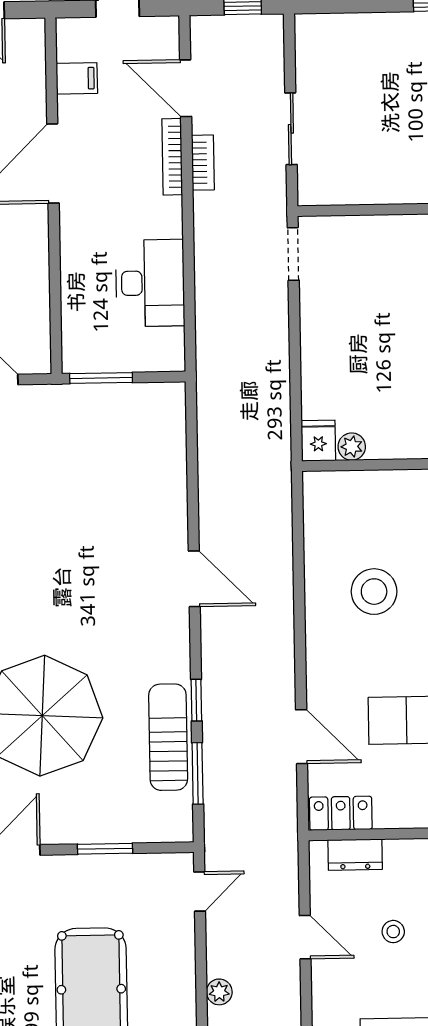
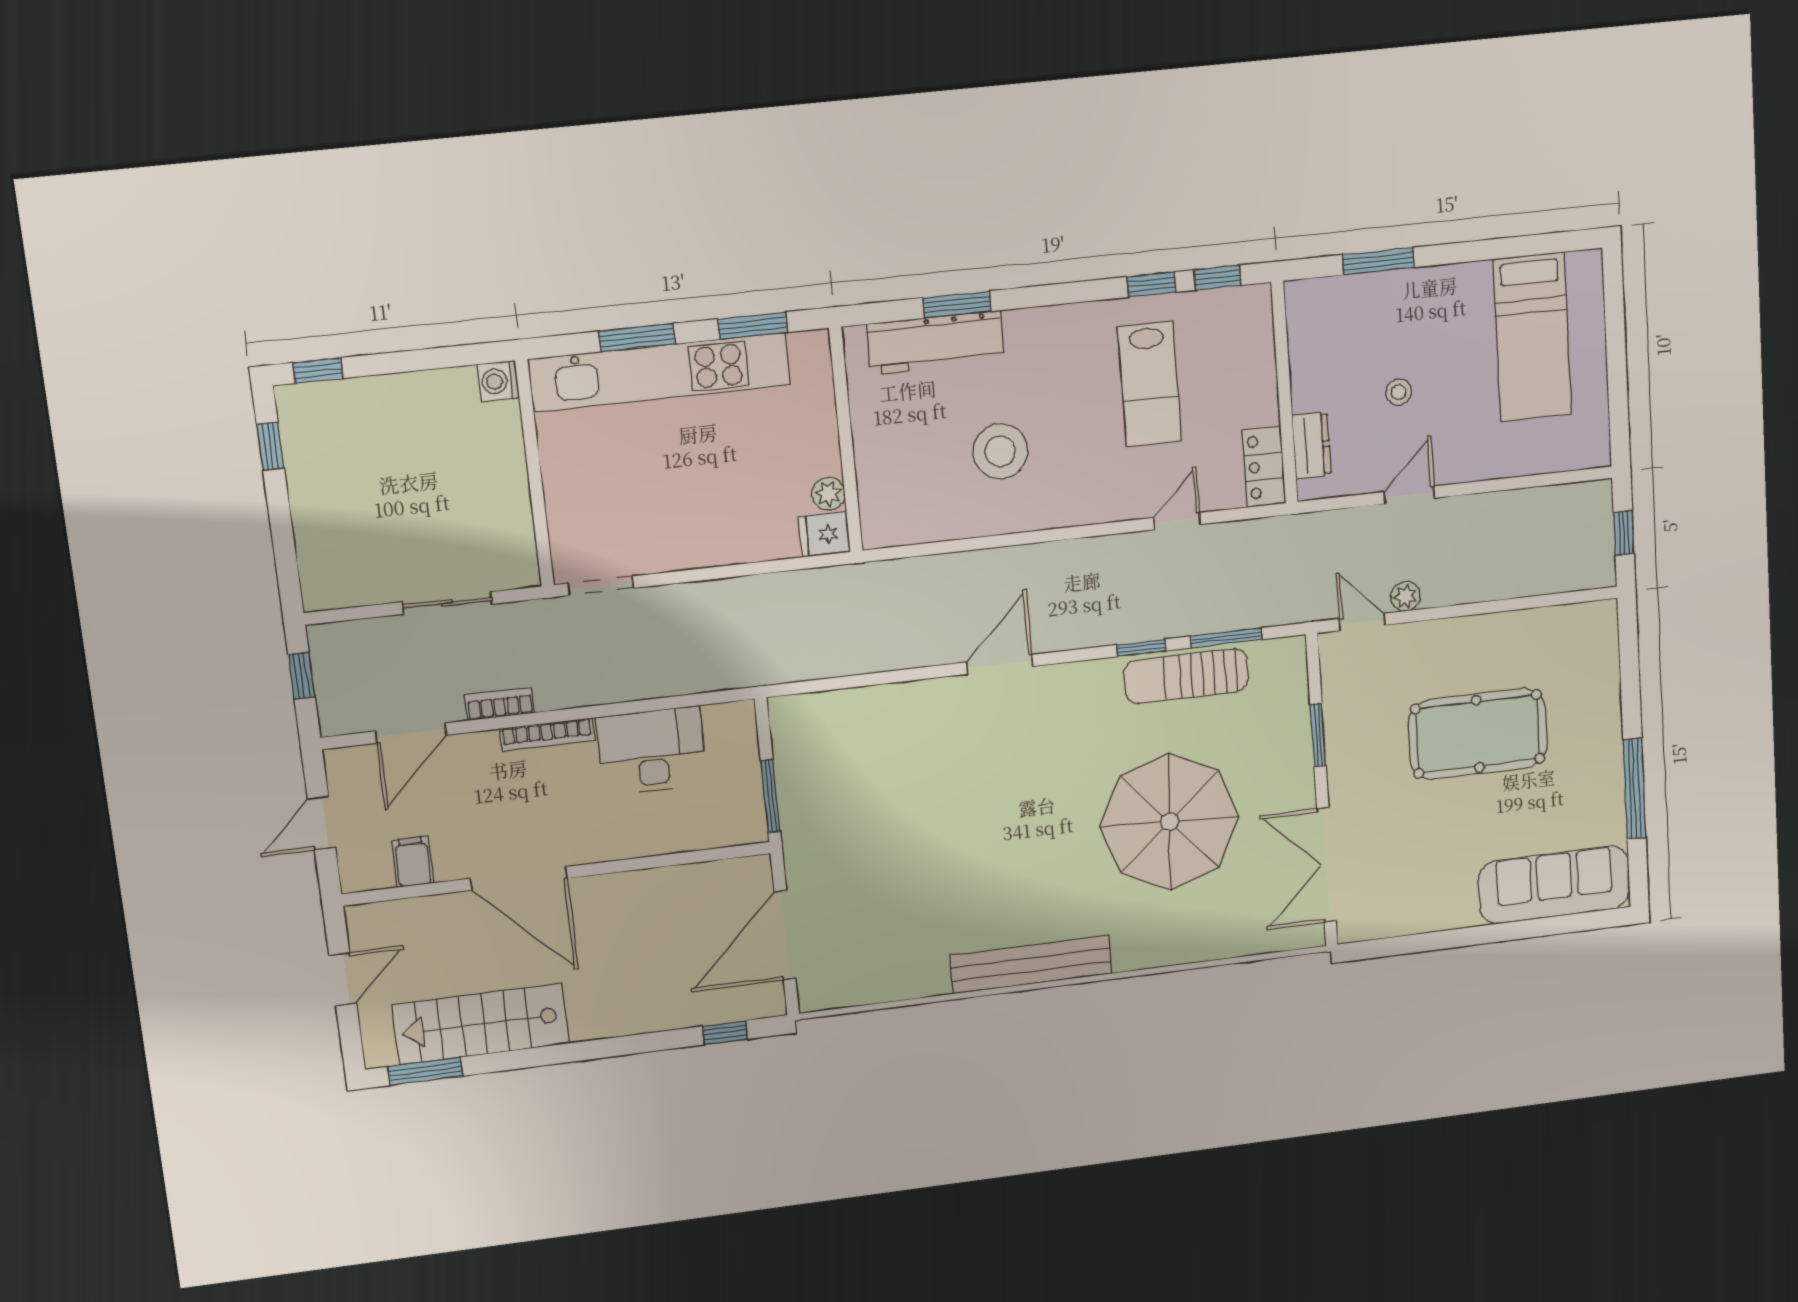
bookcase: (172, 157) -> (547, 735), moved
door: (302, 737) -> (1177, 521), width x0.73
plant: (219, 992) -> (1406, 596), moved

